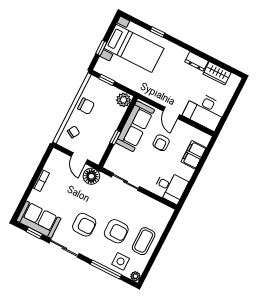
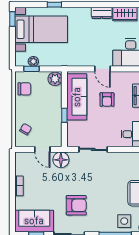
window: (101, 48) -> (12, 19), moved
plant: (112, 74) -> (33, 61), added
chair: (86, 106) -> (24, 89), moved
armchair: (116, 231) -> (107, 197), removed

